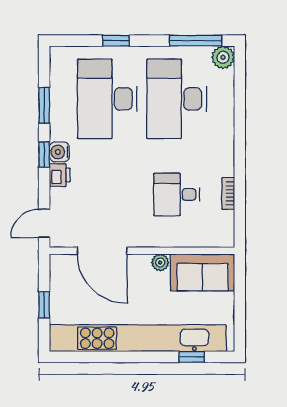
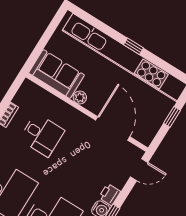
window: (192, 357) -> (134, 46), moved

